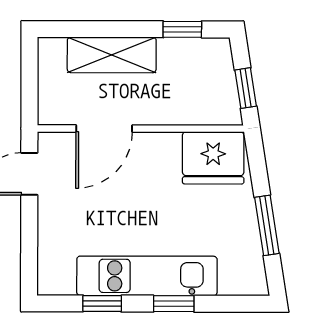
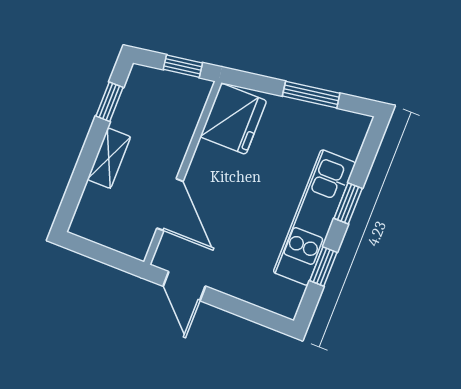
shelving: (112, 55) -> (109, 158), width x0.67, depth x0.75

